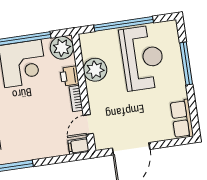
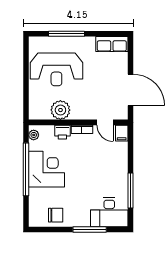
window: (124, 24) -> (26, 81), removed
plant: (62, 48) -> (34, 135), width x0.53, depth x0.53
reception desk: (142, 58) -> (56, 69), turned 180

